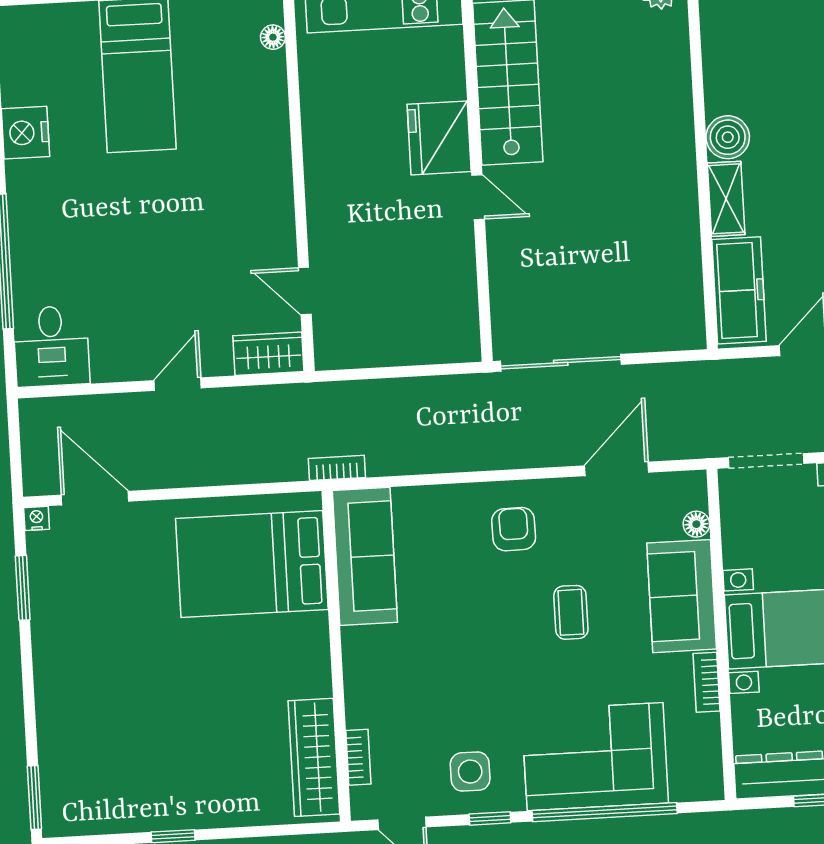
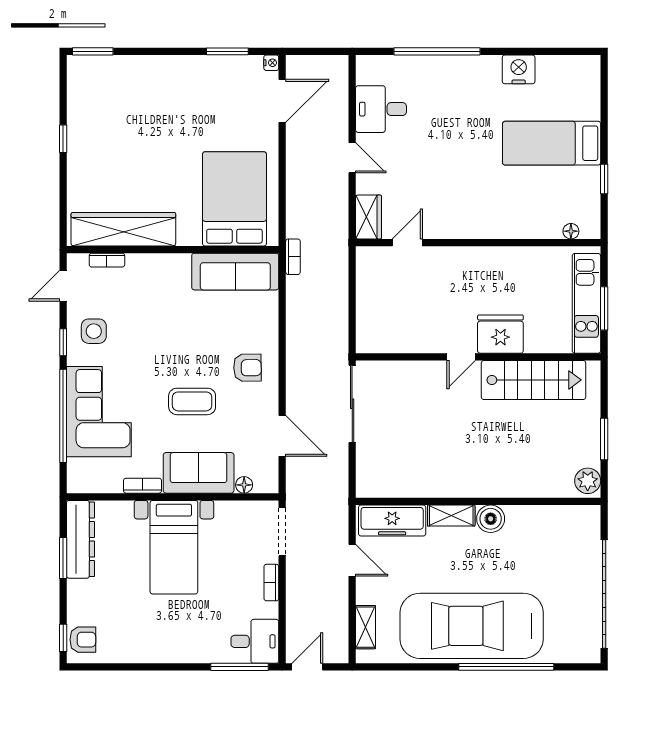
desk: (51, 346) -> (381, 109), moved
coffee table: (571, 612) -> (192, 401), width x1.36, depth x1.30
wardrobe: (314, 757) -> (123, 229), width x1.40, depth x1.17

